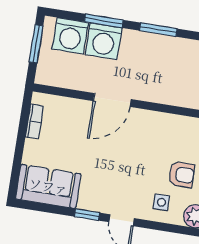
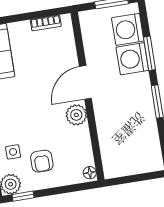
door: (112, 100) -> (85, 82), hinge flipped
plant: (144, 121) -> (76, 115), added

